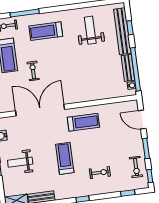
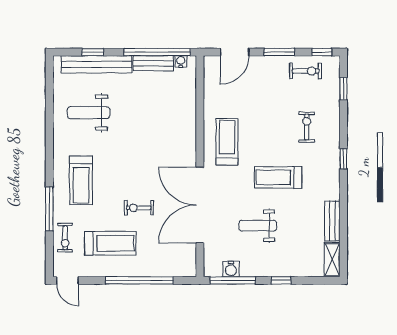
weight bench: (20, 162) -> (258, 226), moved, turned 90

